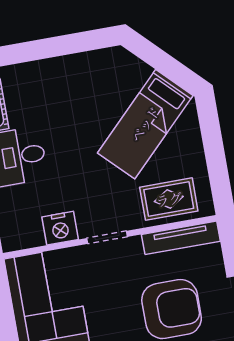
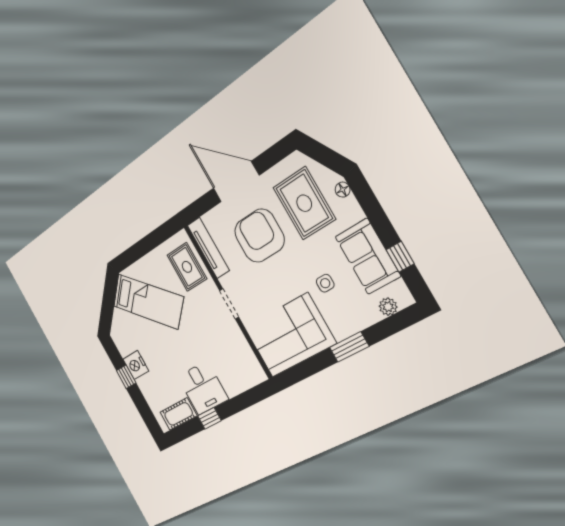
window: (60, 46) -> (126, 377), added
nightstand: (60, 228) -> (136, 365), moved, turned 180

